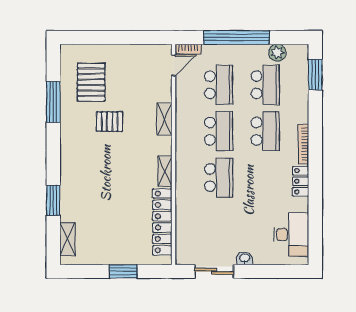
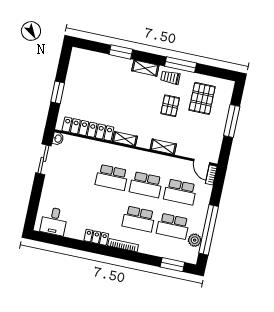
window: (112, 37) -> (232, 121), added
window: (236, 37) -> (209, 230), moved
pallet: (91, 82) -> (202, 98), turned 90
window: (53, 102) -> (181, 65), moved
trolley: (73, 129) -> (170, 77), added
desk: (291, 235) -> (54, 221), width x0.73
shelving: (67, 239) -> (145, 68), moved
washbasin: (245, 258) -> (58, 139), moved

